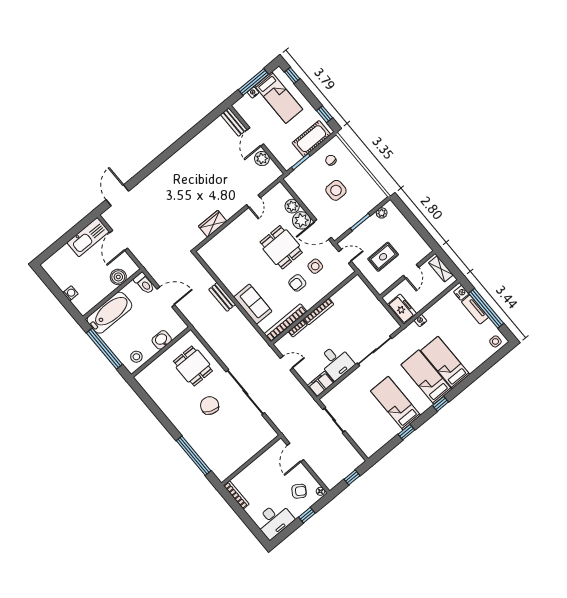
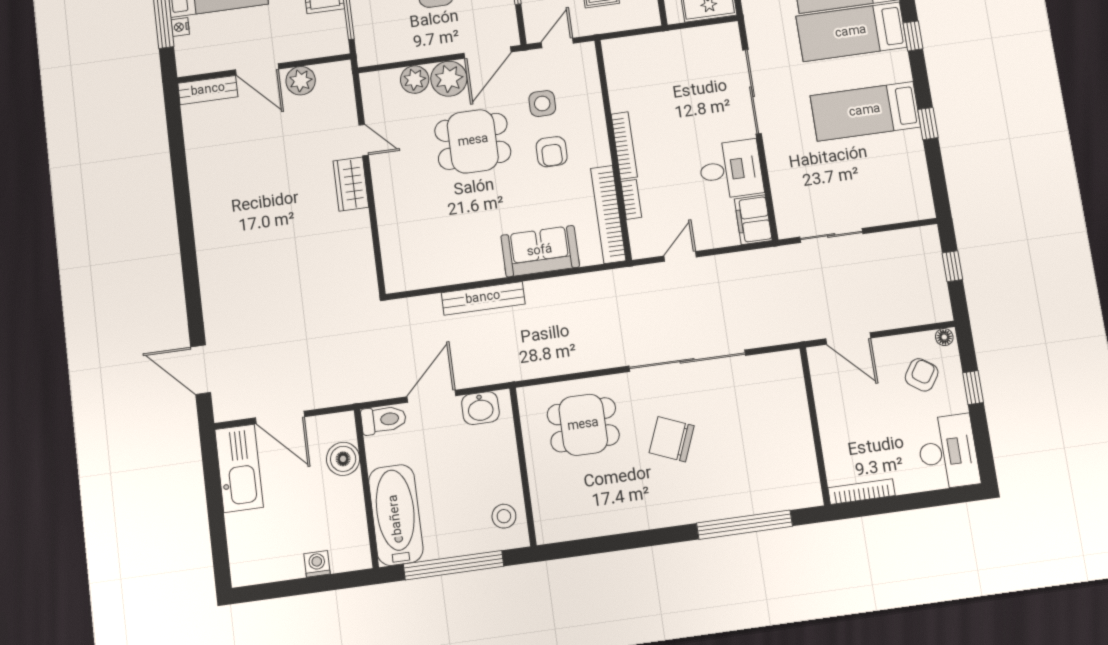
wardrobe: (213, 224) -> (351, 184), moved
bench: (222, 297) -> (483, 298), width x1.36
washbasin: (162, 340) -> (480, 408), moved, turned -90

